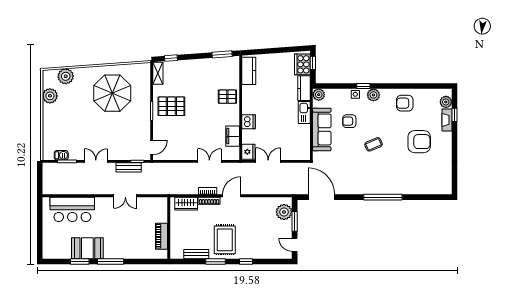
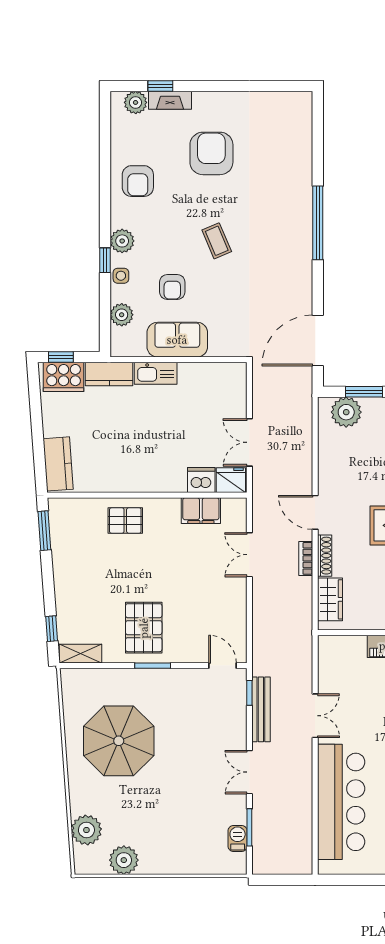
kitchen counter: (249, 71) -> (58, 464), moved, turned 86
plant: (319, 95) -> (122, 315), moved
pallet: (227, 97) -> (125, 520), turned 90
dishwasher: (249, 122) -> (201, 480), moved
sofa: (322, 129) -> (177, 340), width x0.73
bench: (129, 167) -> (261, 709), width x1.36
bar counter: (72, 209) -> (341, 802), width x1.36

